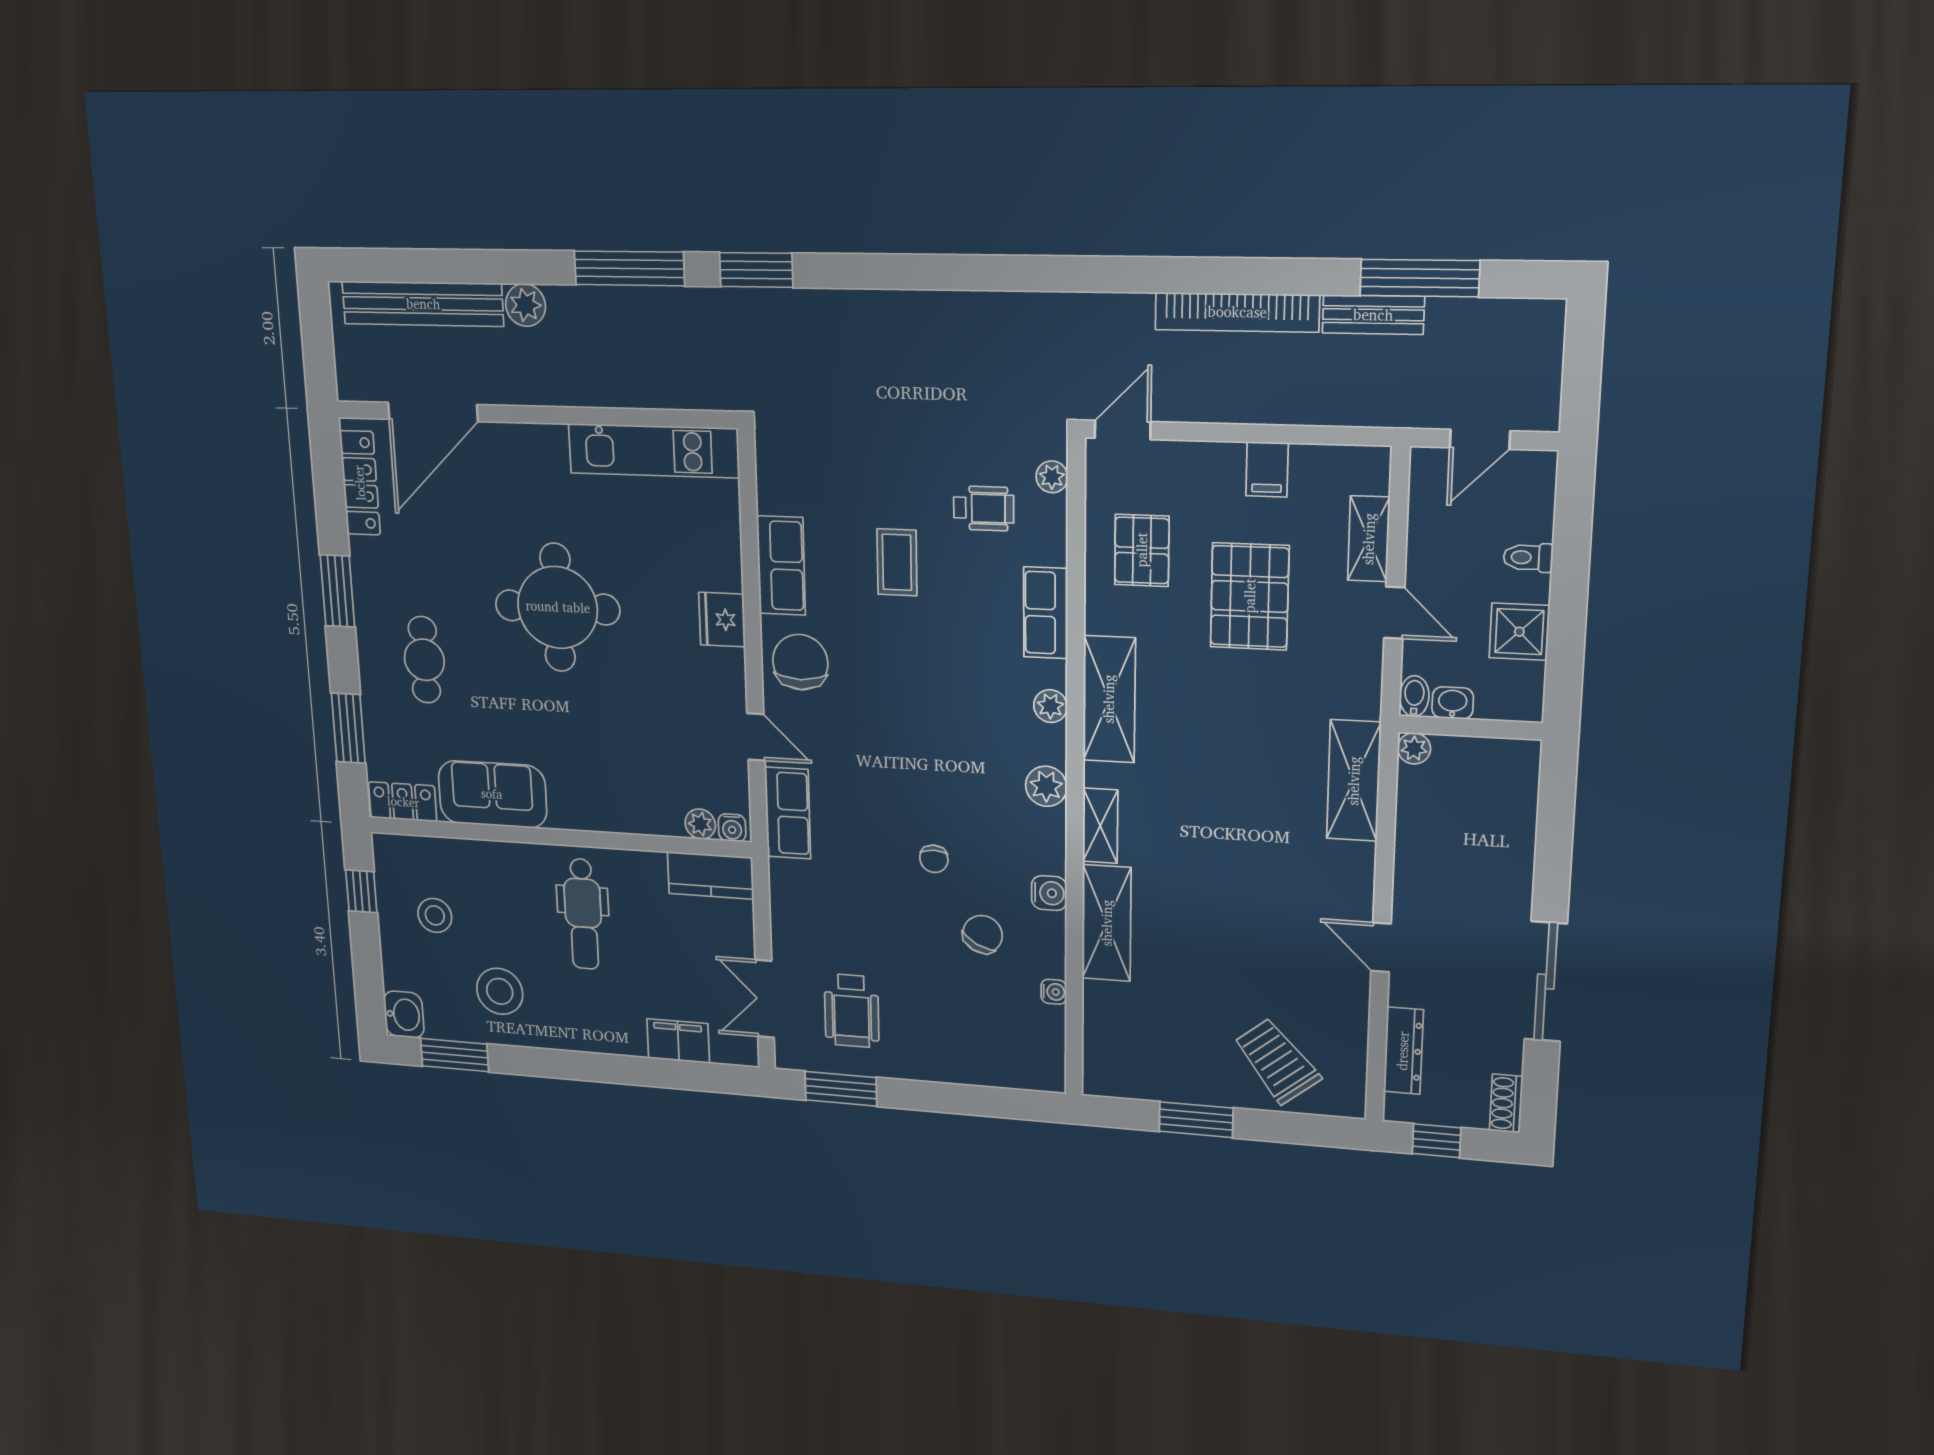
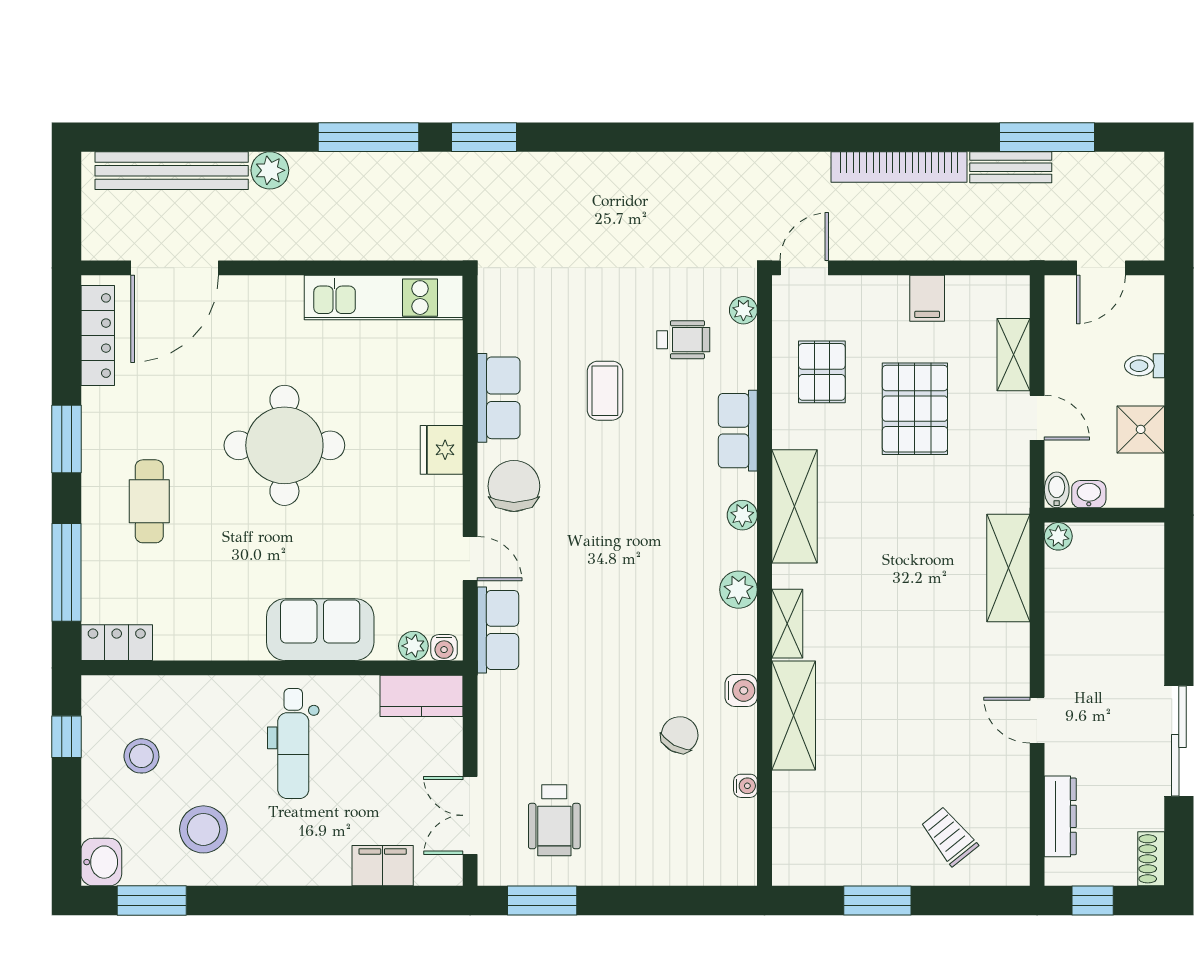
window: (348, 728) -> (67, 572), width x1.44
sofa: (492, 794) -> (320, 630), moved
chair: (934, 859) -> (635, 665), removed
trolley: (1277, 1061) -> (949, 836), width x0.73, depth x0.72

